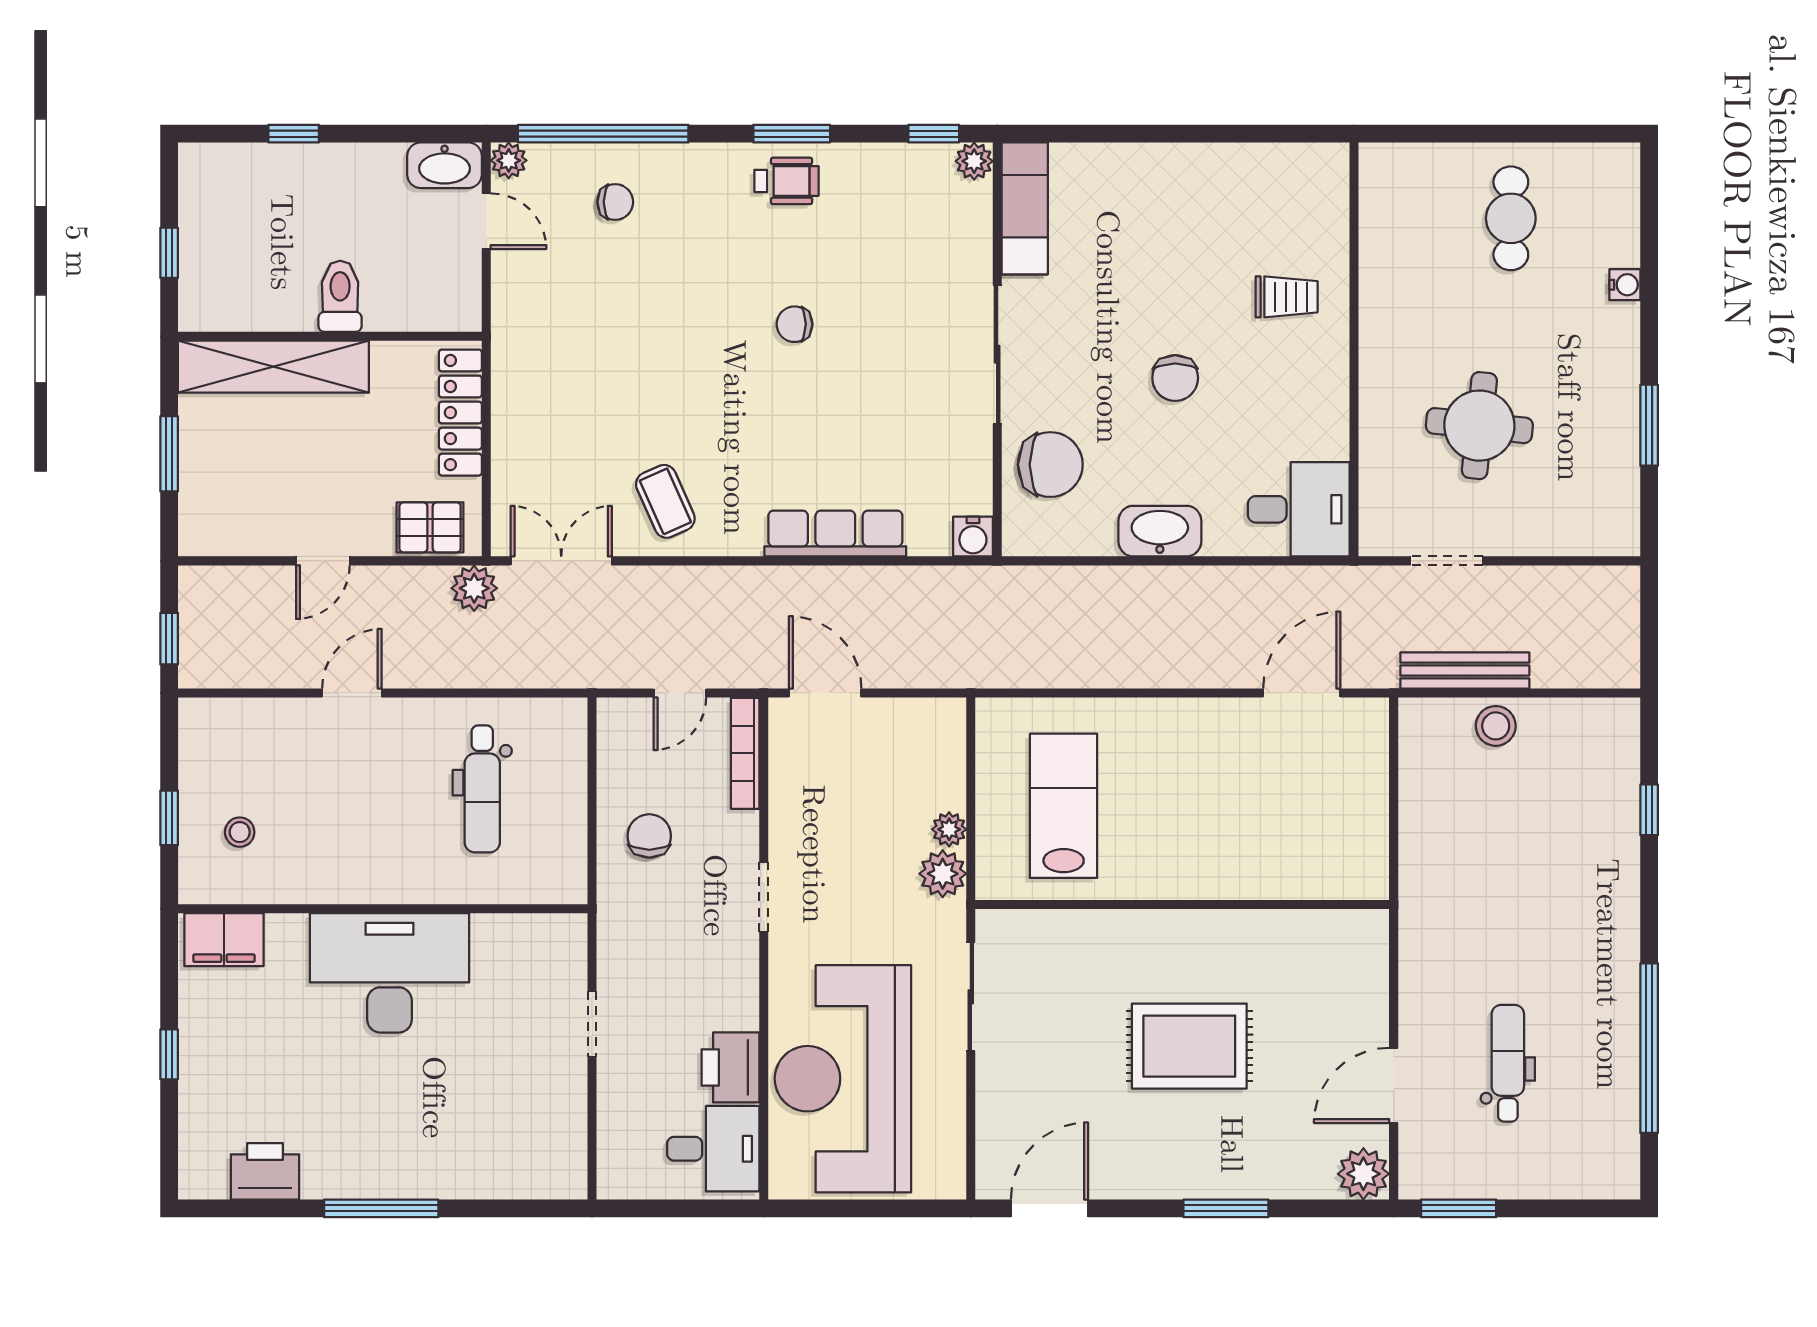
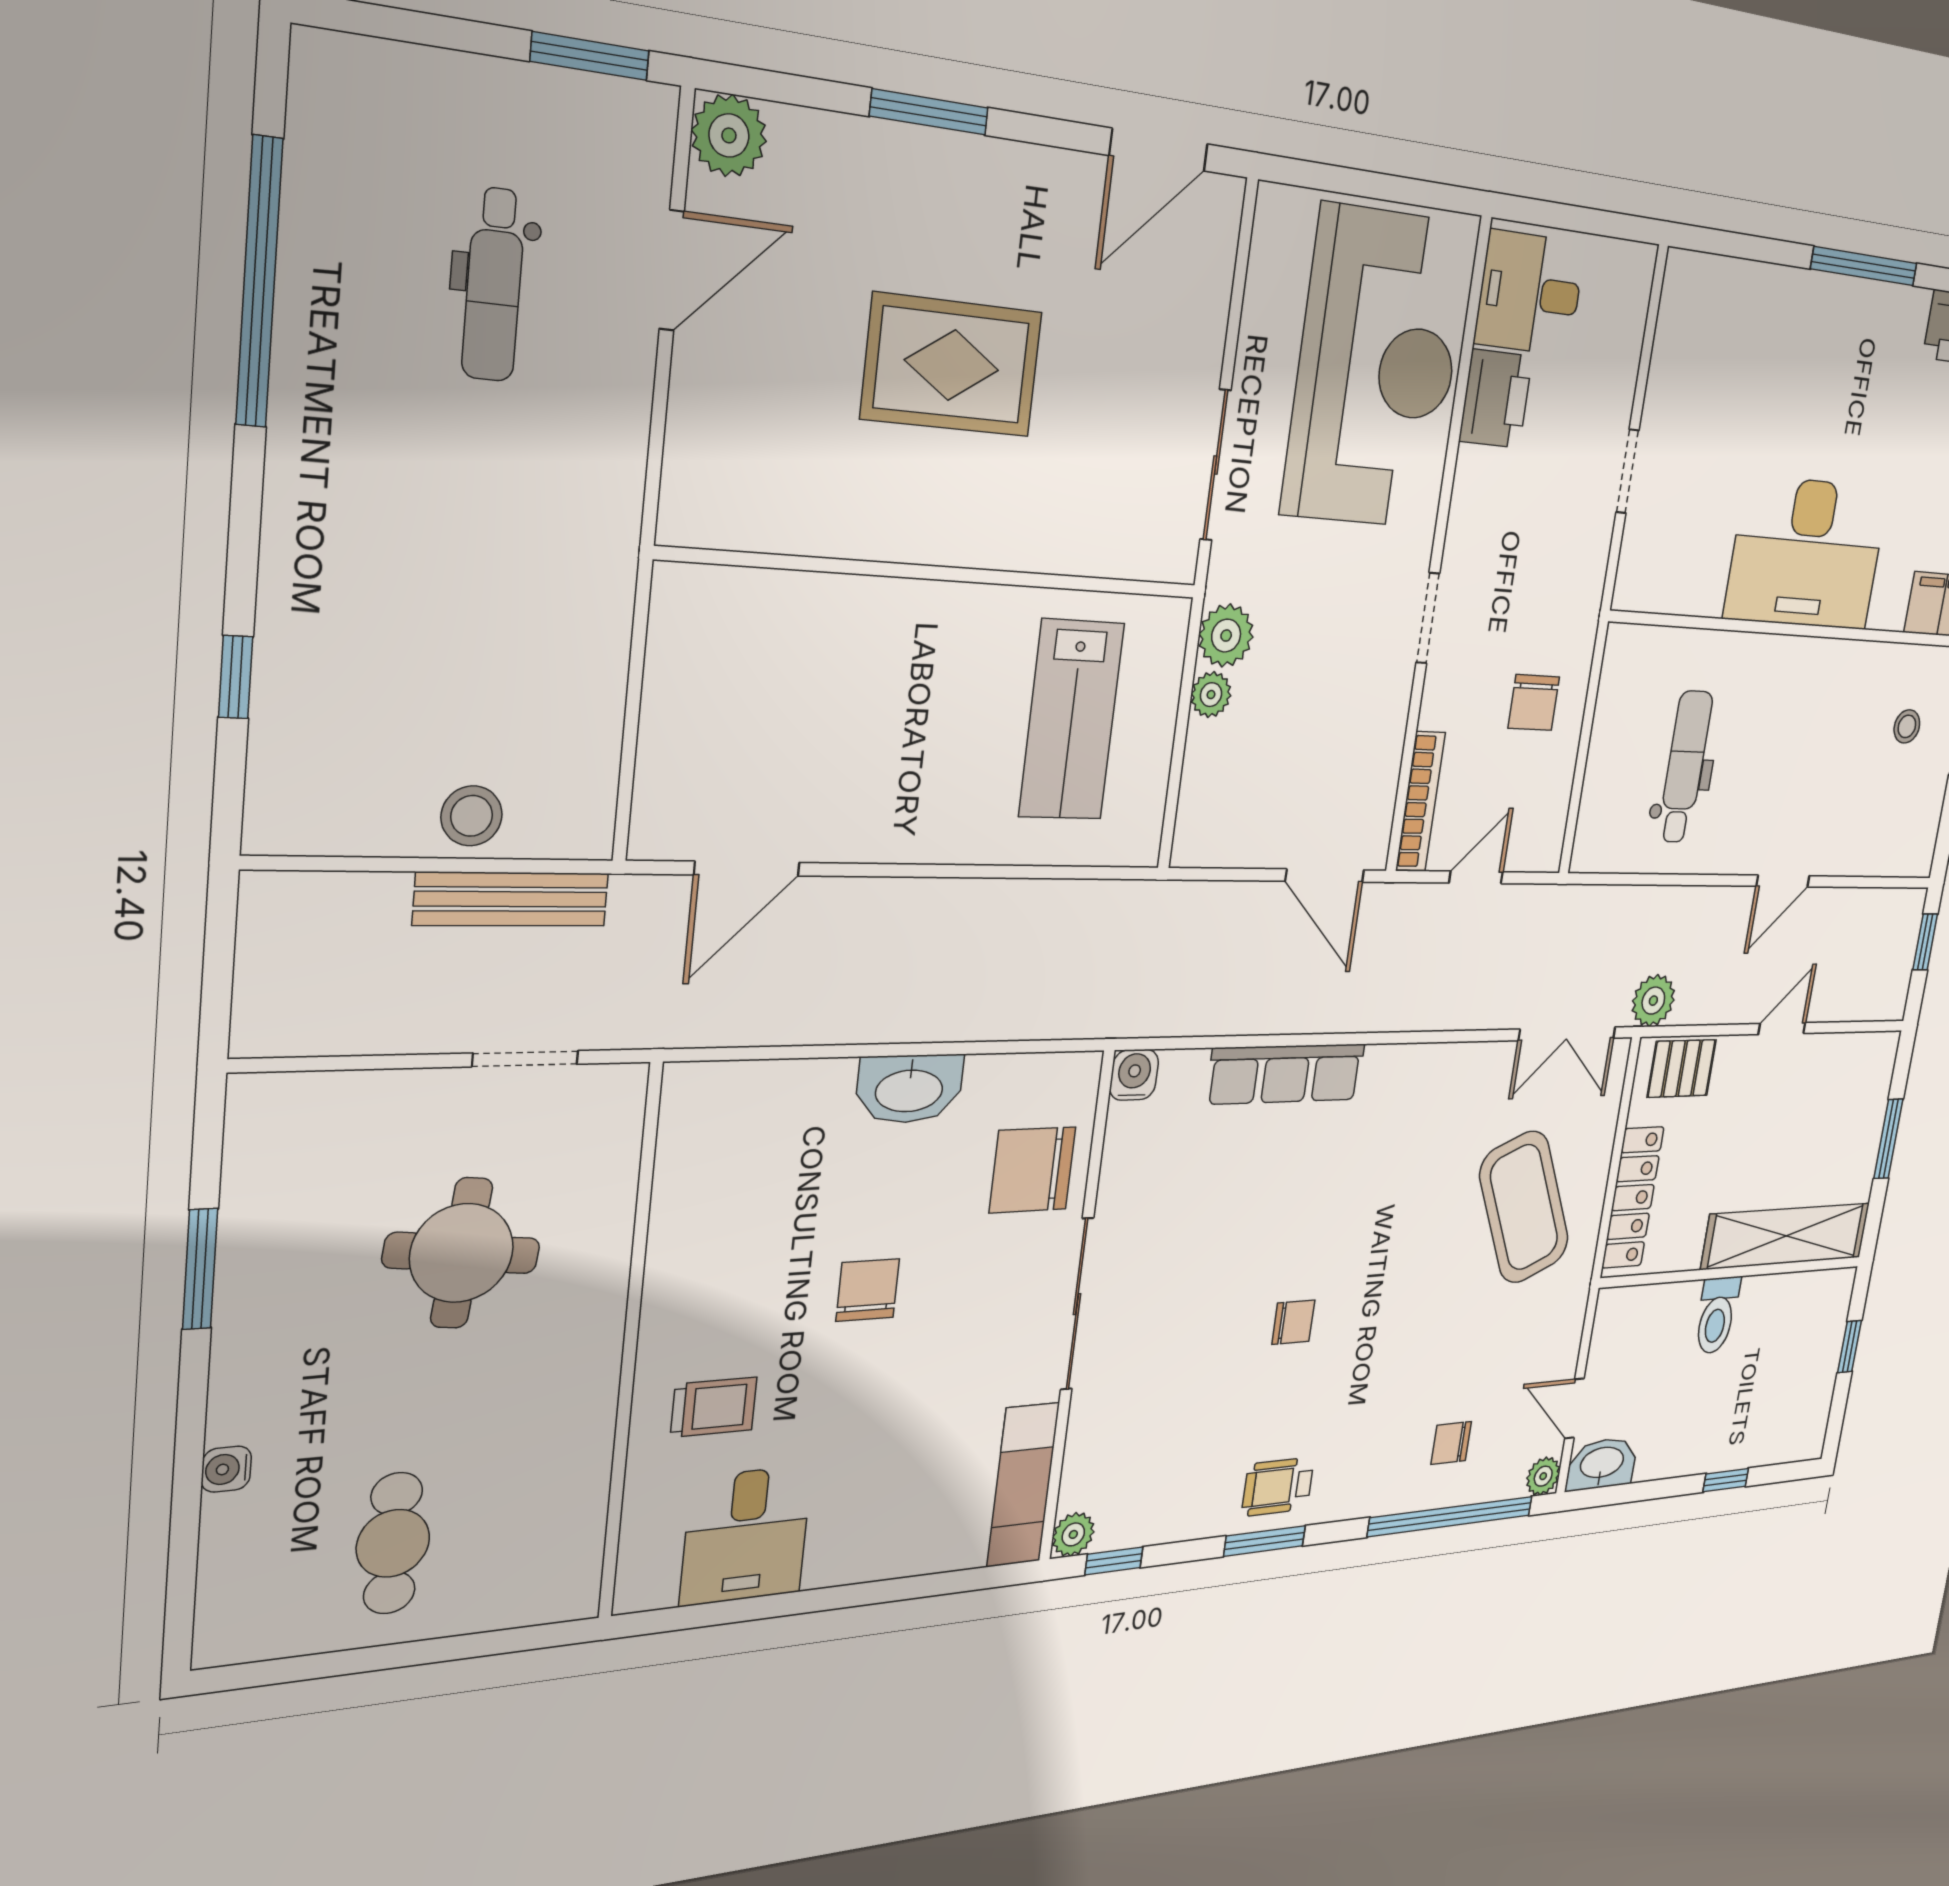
trolley: (1287, 297) -> (714, 1407), turned 180
coffee table: (665, 501) -> (1524, 1207), moved, width x1.86, depth x1.72
desk: (1299, 509) -> (746, 1535), moved, turned -90

